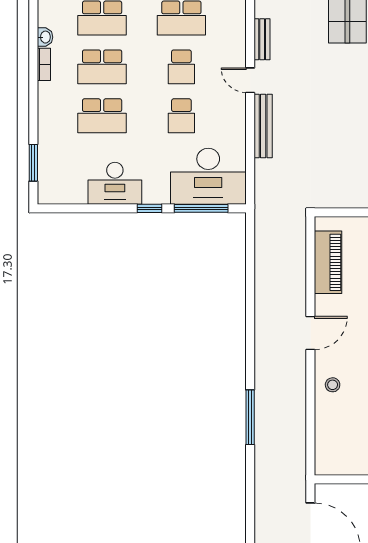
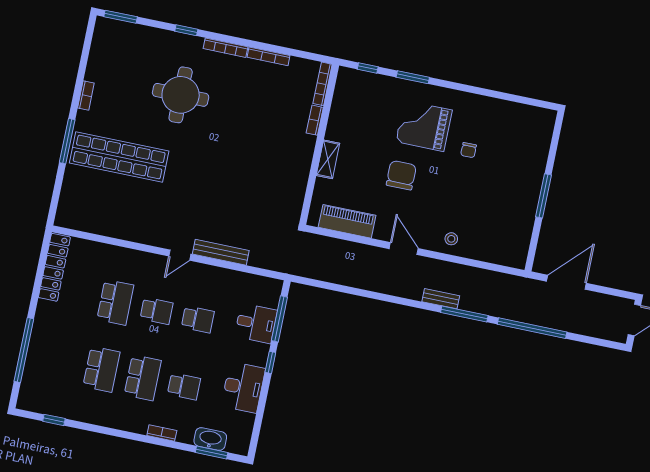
washbasin: (45, 37) -> (210, 439), moved, width x1.91, depth x1.45
bench: (262, 39) -> (441, 299), moved
bookcase: (44, 64) -> (162, 433), moved
school desk: (102, 116) -> (184, 386), width x0.54
desk: (208, 176) -> (256, 323), width x0.53, depth x0.77
window: (250, 498) -> (532, 328), added

